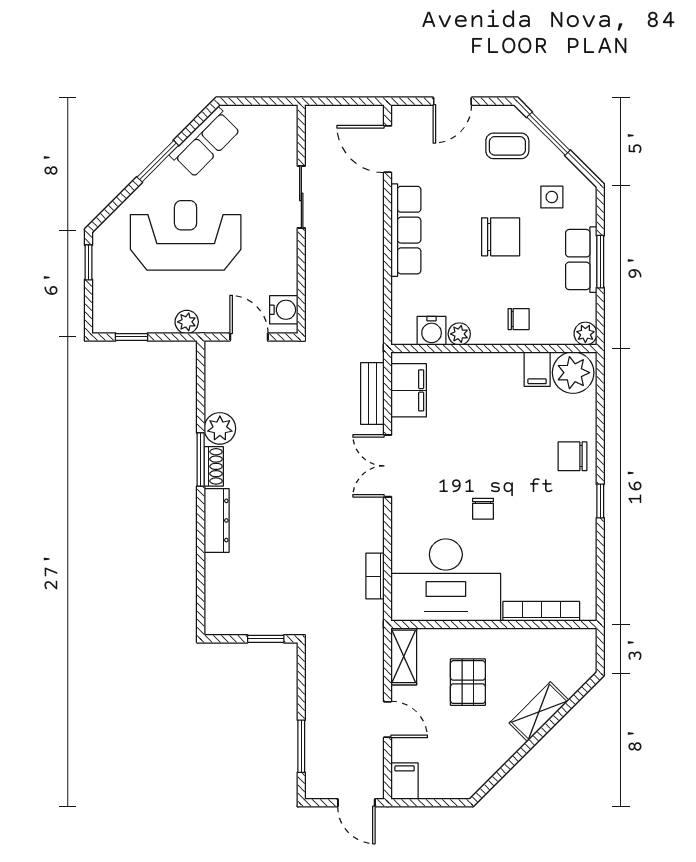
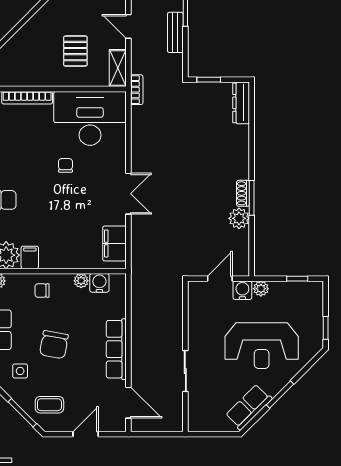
chair: (501, 237) -> (54, 345), turned -80
water cooler: (284, 310) -> (242, 290), moved, turned 90
door: (249, 337) -> (220, 279), swing flipped
bench: (372, 393) -> (175, 32), moved
dresser: (217, 520) -> (241, 103), moved
bookcase: (375, 576) -> (137, 90), moved
shelving: (539, 712) -> (29, 32), removed

